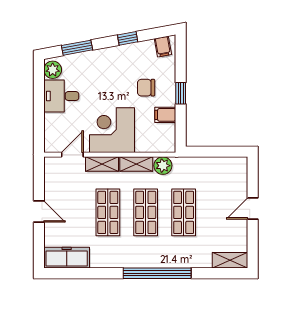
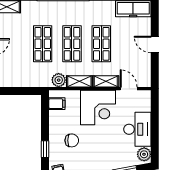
window: (181, 93) -> (45, 149), moved
desk: (61, 96) -> (137, 129), width x1.37
filing cabinet: (165, 115) -> (57, 104), moved
door: (72, 155) -> (129, 89), swing flipped

